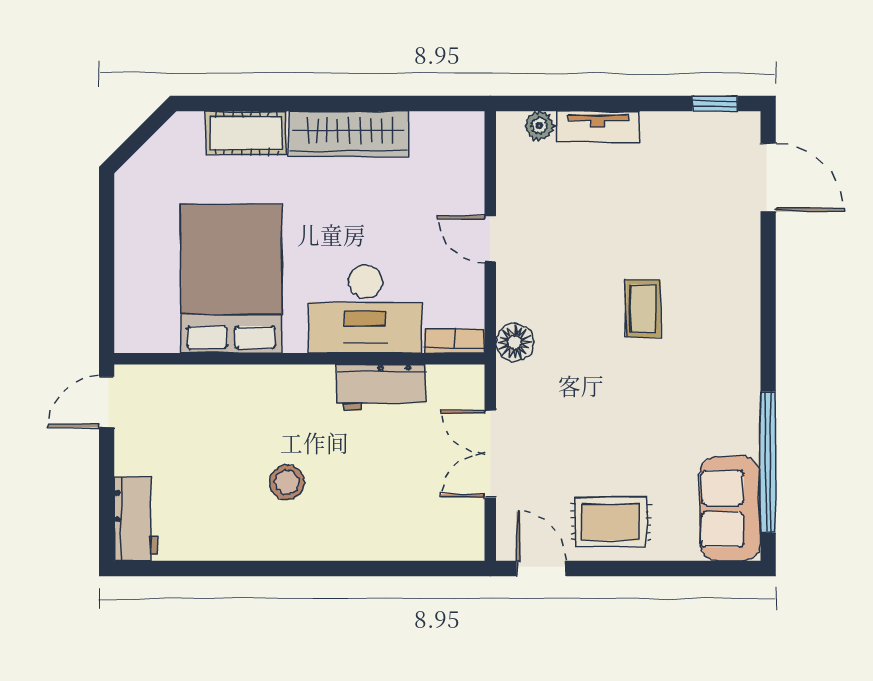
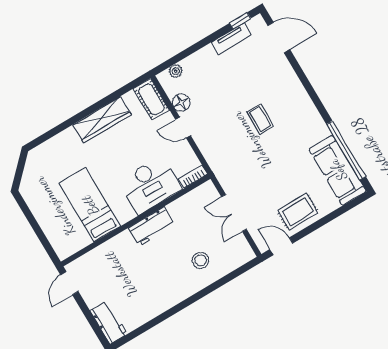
tv unit: (598, 127) -> (231, 39), moved
cot: (246, 133) -> (151, 99), moved, turned 90
bed: (231, 279) -> (90, 205), width x0.67
floor lamp: (515, 342) -> (181, 102), moved
workbench: (381, 387) -> (152, 226), moved
stool: (287, 482) -> (201, 260), moved
sofa: (730, 509) -> (338, 170), width x1.36

